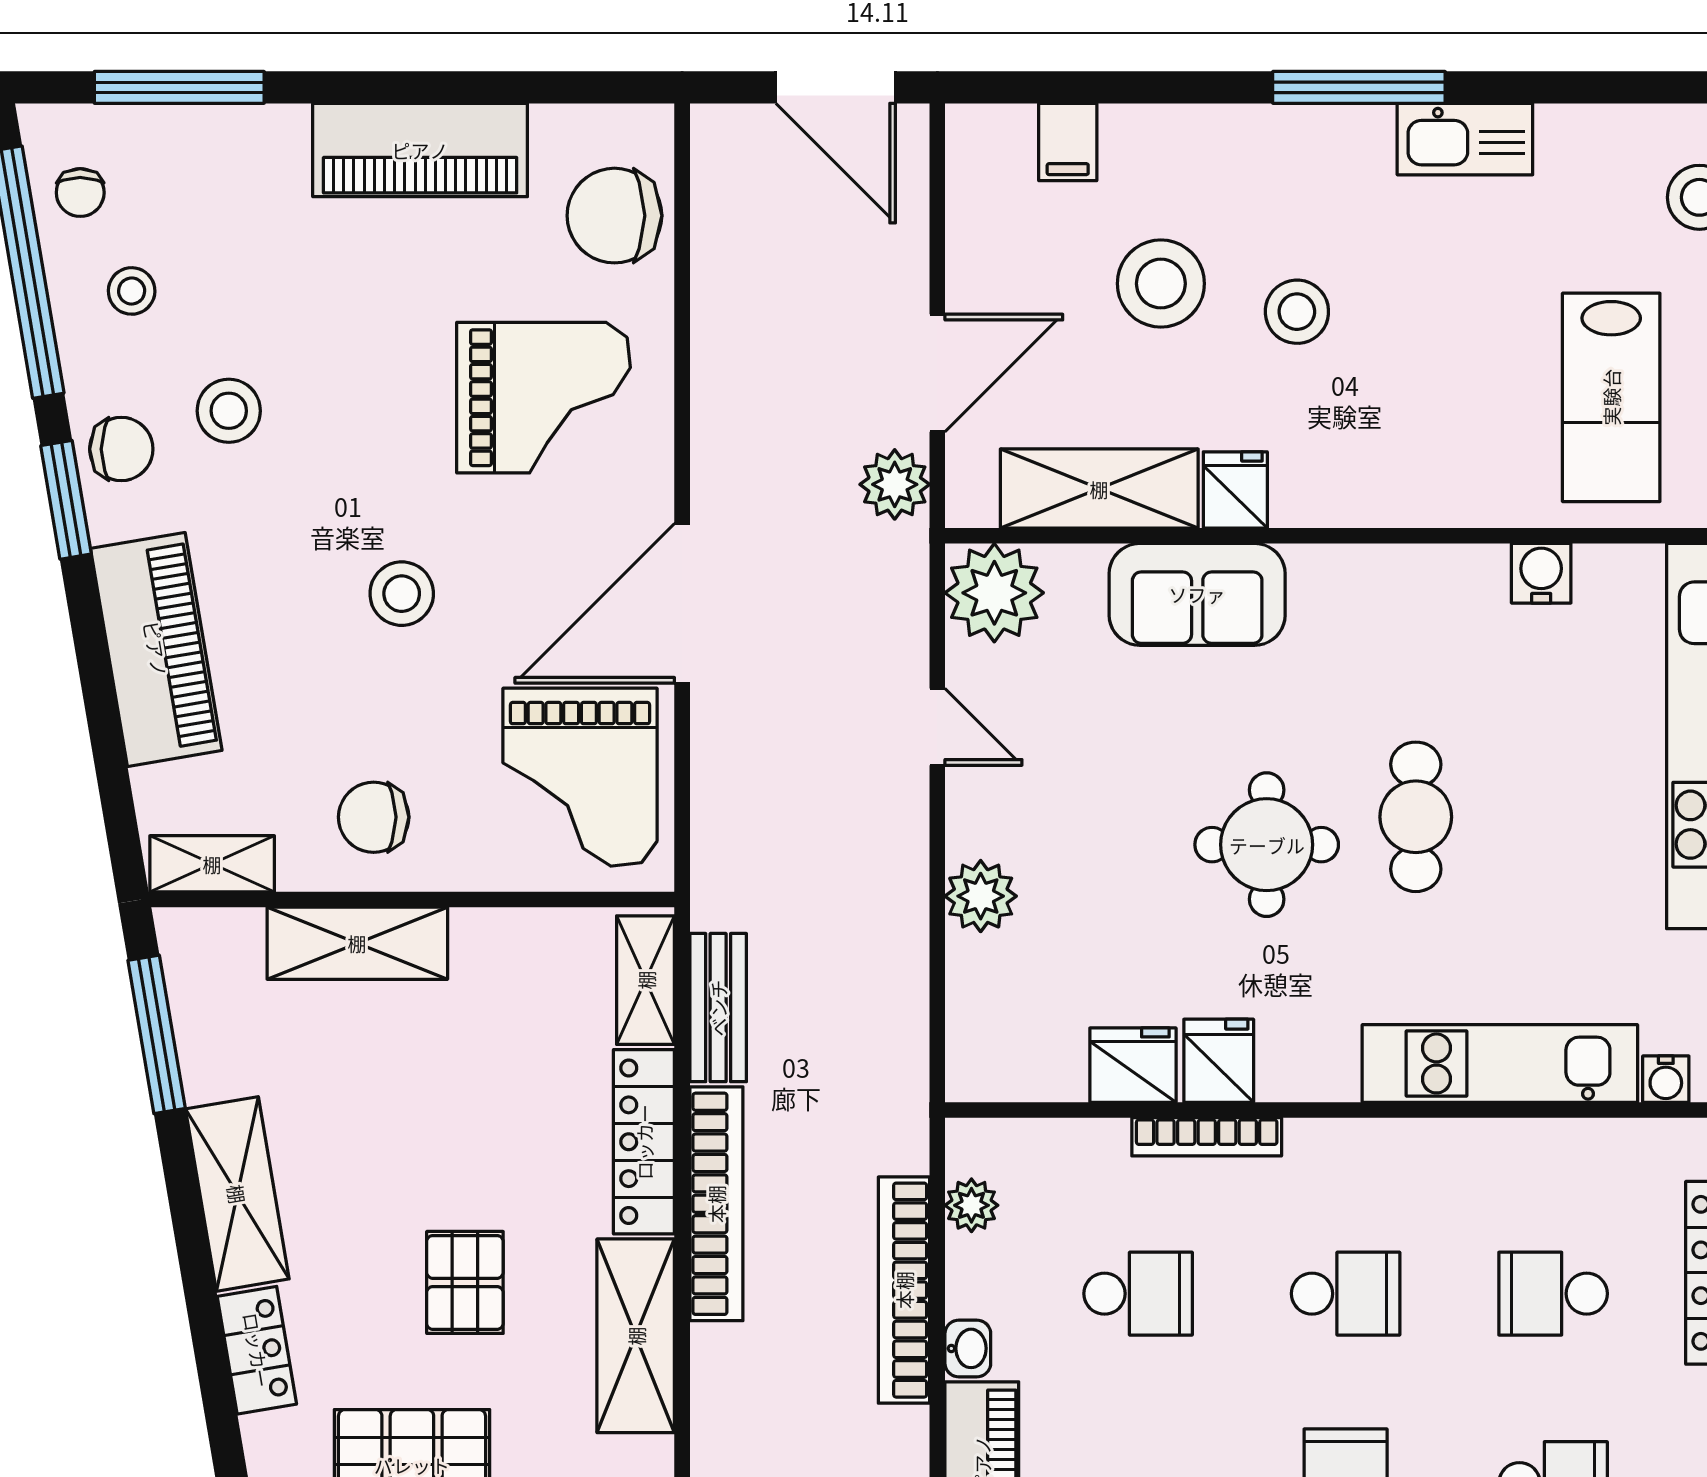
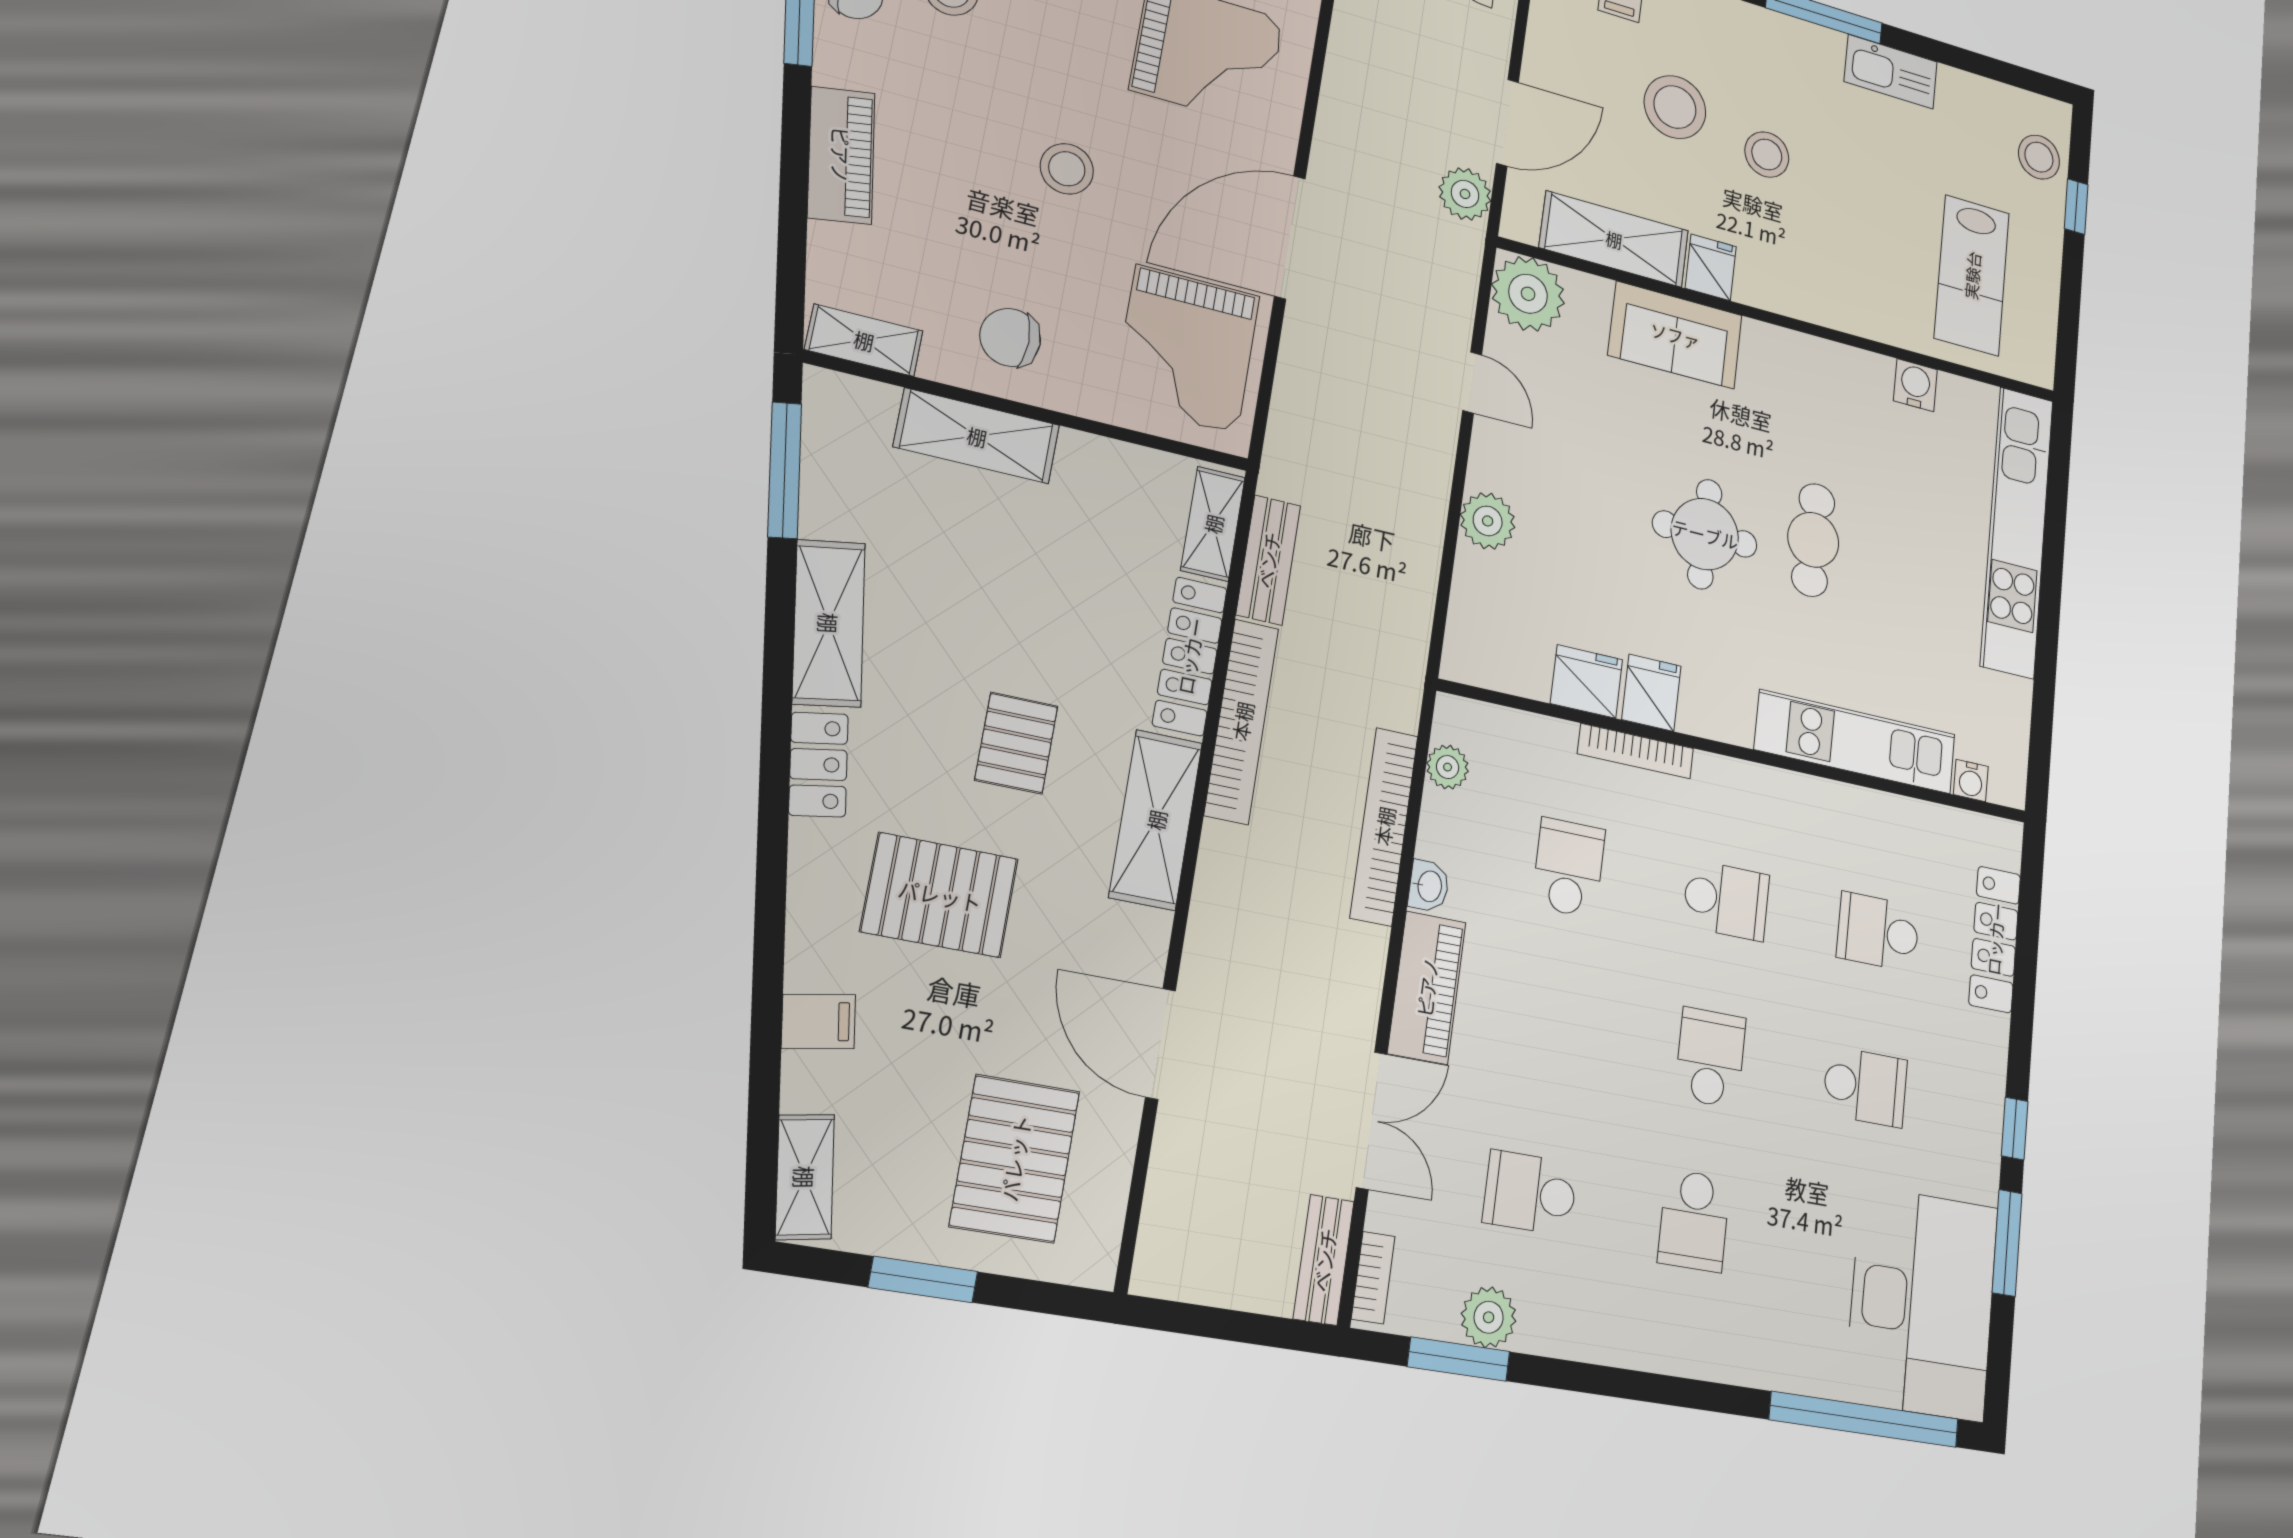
piano: (156, 649) -> (841, 155), width x0.73, depth x0.75
school desk: (1138, 1294) -> (1569, 868), turned -90

